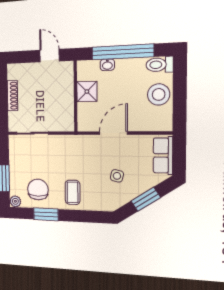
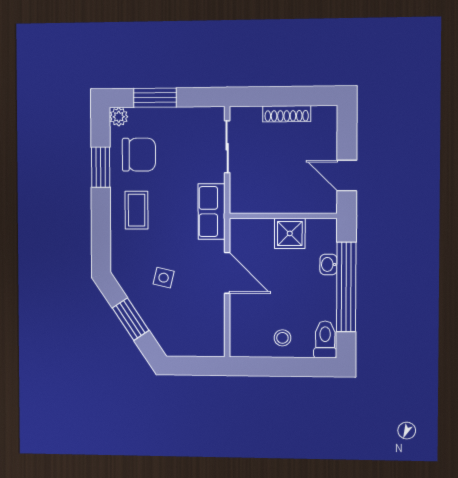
door: (50, 56) -> (347, 176), swing flipped
stool: (159, 94) -> (282, 338), width x0.53, depth x0.53
row of seats: (163, 155) -> (211, 212), moved, turned -90
coffee table: (73, 192) -> (137, 210), turned 90

